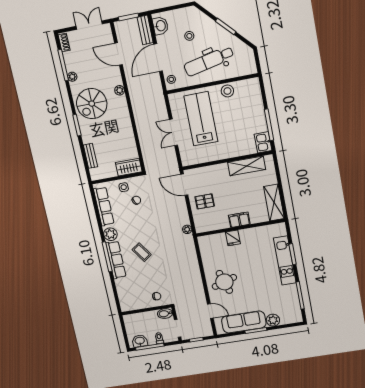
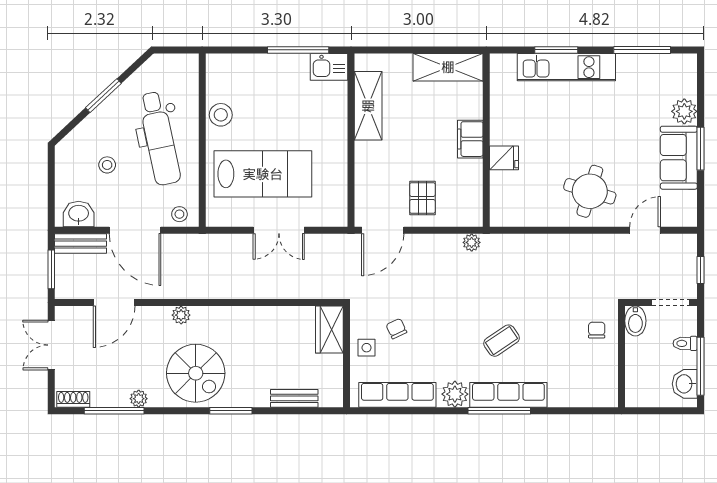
lab bench: (201, 119) -> (263, 174), turned 180
round table: (224, 282) -> (590, 191), turned 35
sofa: (244, 322) -> (679, 158), width x0.73

